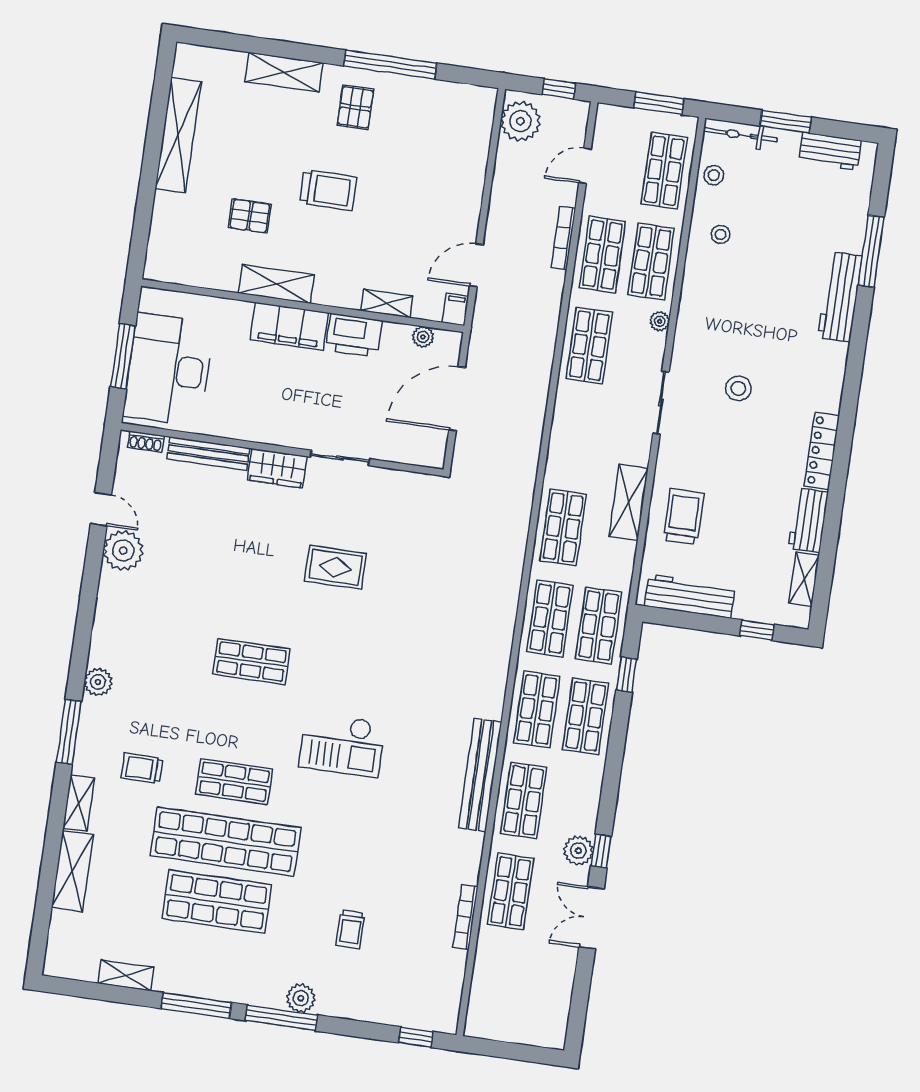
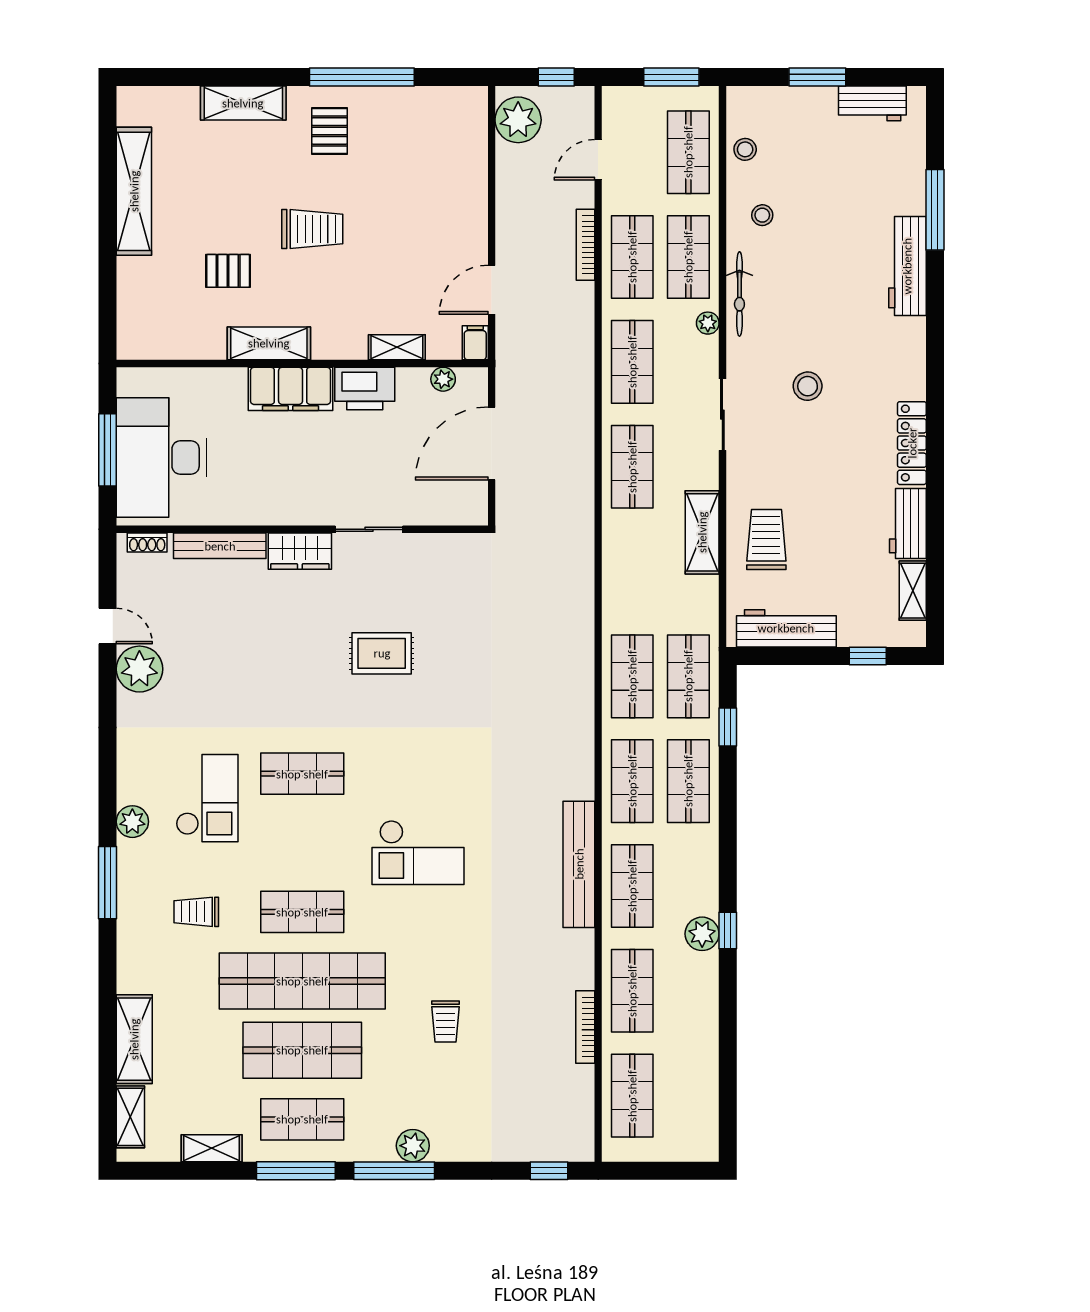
bicycle: (740, 135) -> (739, 294), moved, turned -90
shop shelf: (563, 527) -> (632, 467), moved
checkout: (166, 671) -> (207, 798), added
shelving: (79, 803) -> (130, 1117), moved
double door: (591, 918) -> (728, 1008), removed
trolley: (350, 929) -> (446, 1022), moved
shop shelf: (208, 962) -> (302, 1119), added
shop shelf: (498, 982) -> (632, 1096), added

